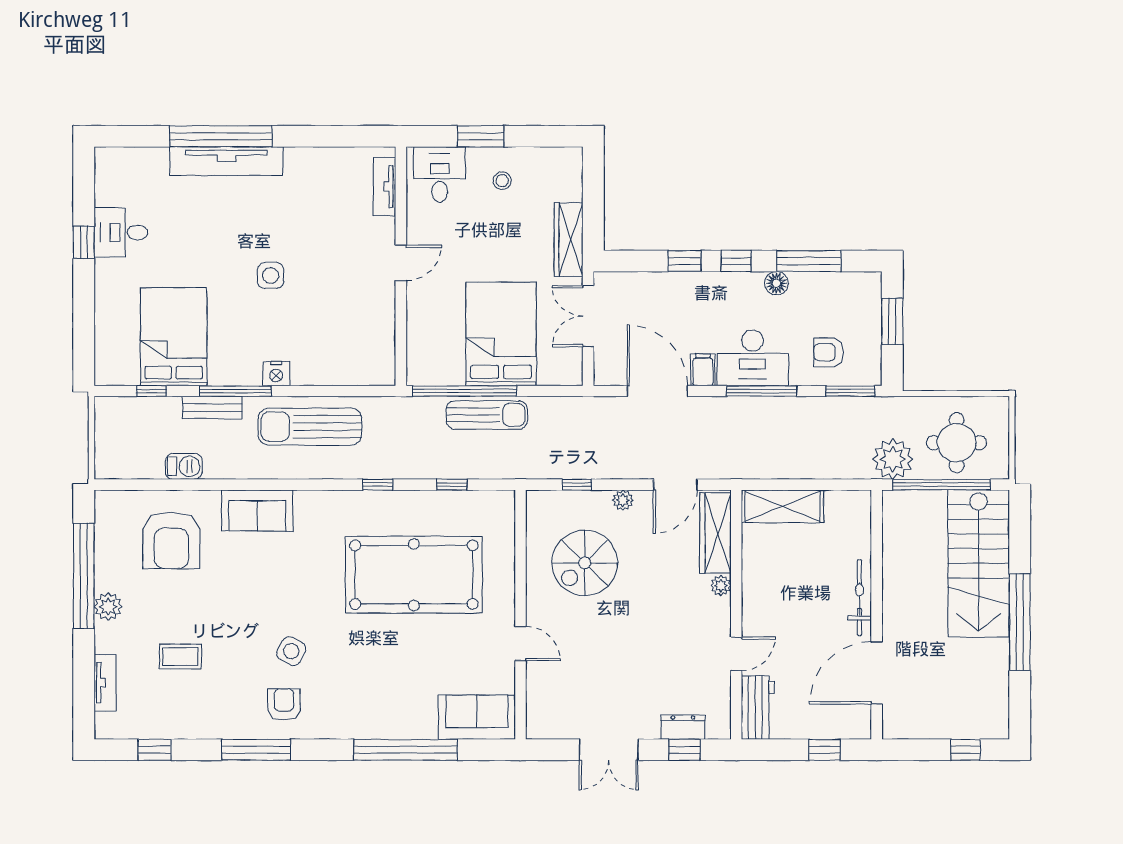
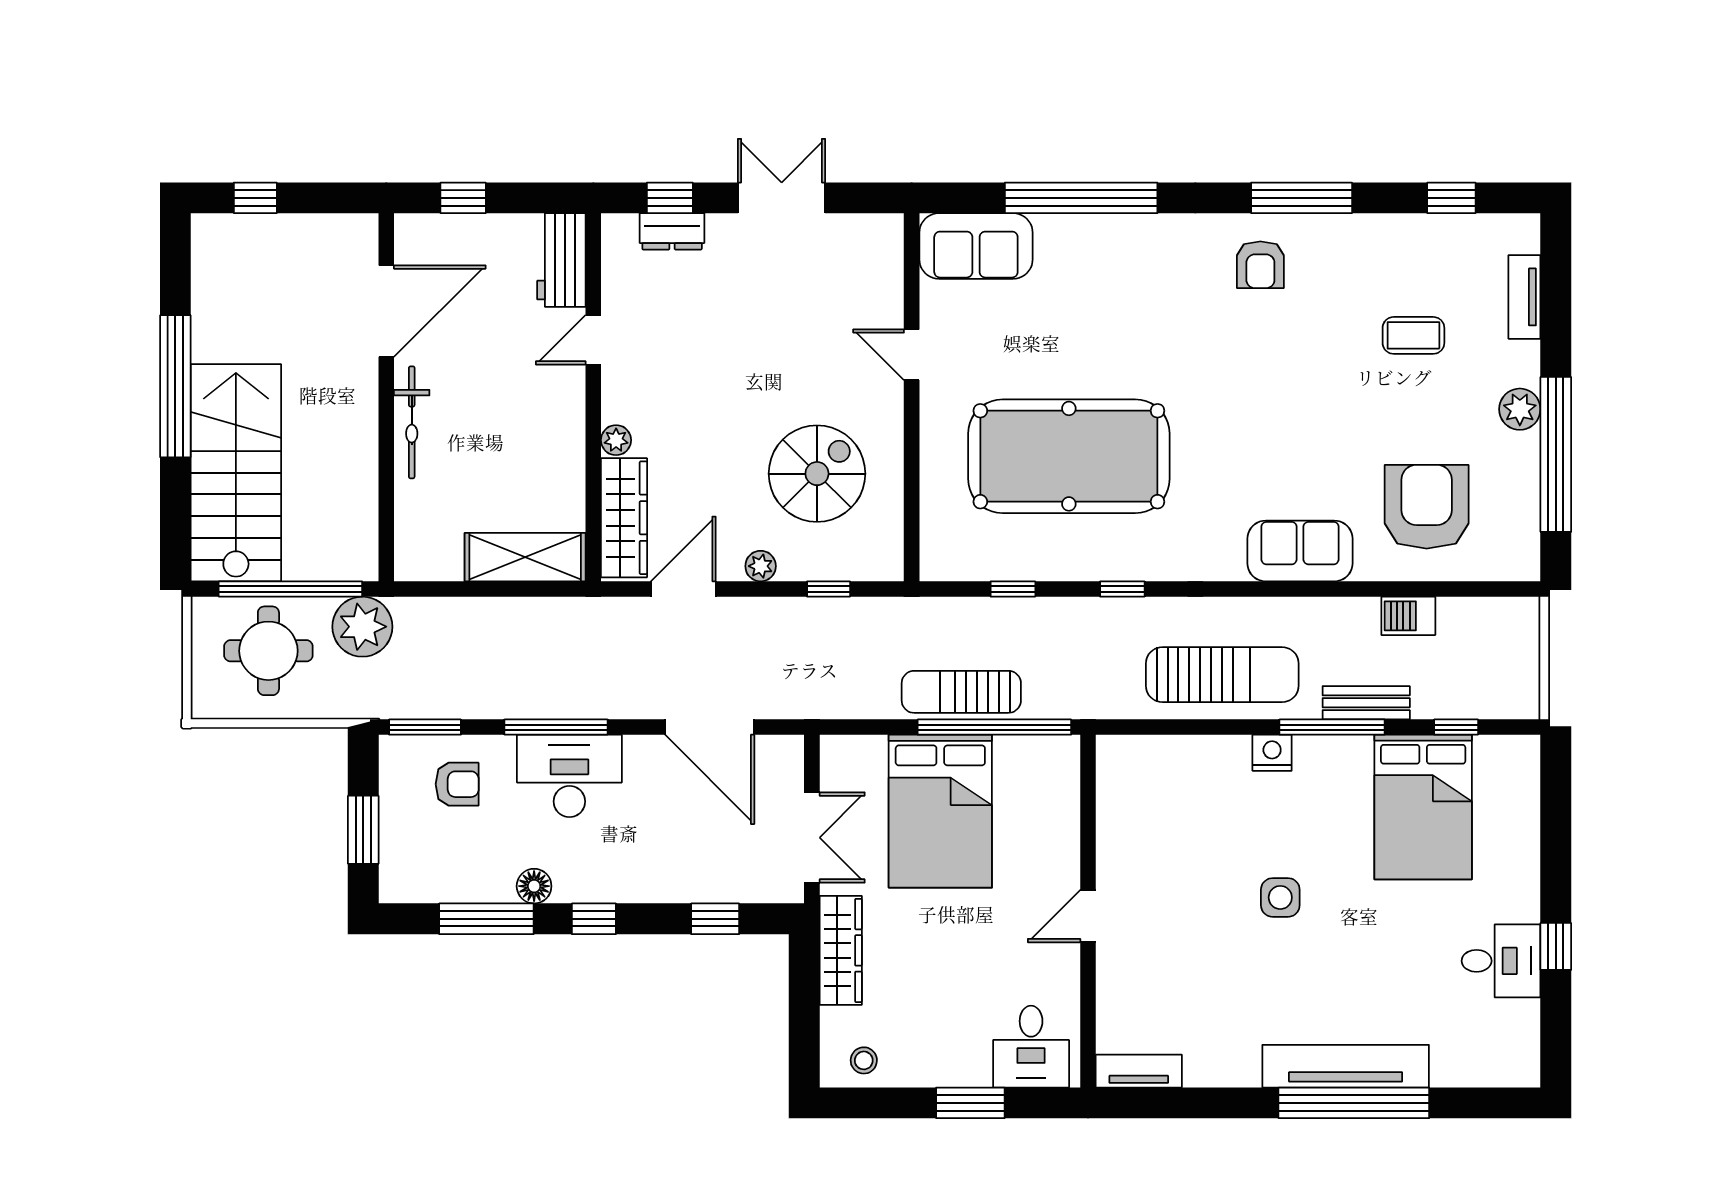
stool: (502, 181) -> (864, 1060), moved
tv unit: (385, 187) -> (1139, 1071), moved, turned -90
window: (684, 261) -> (715, 919), moved
filing cabinet: (703, 370) -> (643, 758), removed
side table: (291, 651) -> (1250, 343), removed

